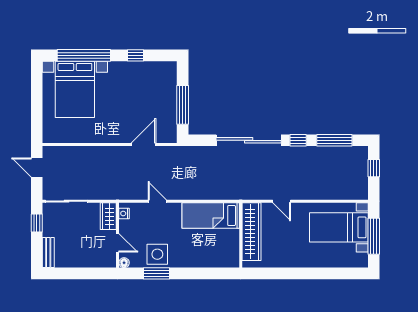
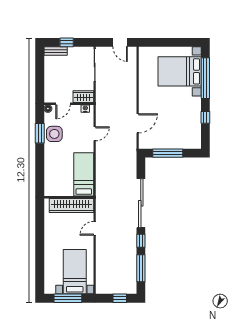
door: (143, 145) -> (138, 123), hinge flipped
door: (37, 168) -> (120, 42), swing flipped
window: (37, 223) -> (67, 42), moved

